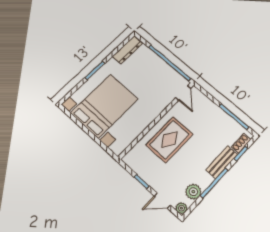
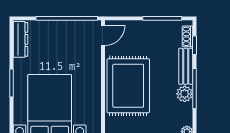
door: (183, 93) -> (103, 35), hinge flipped
rug: (169, 140) -> (128, 86), width x1.37, depth x1.44
plant: (193, 192) -> (185, 94), moved

